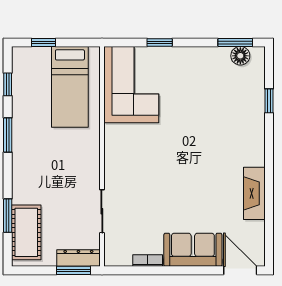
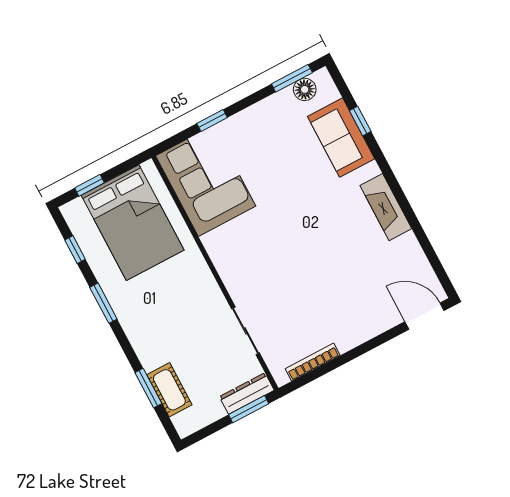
bed: (70, 87) -> (133, 223), width x1.50
fireplace: (254, 193) -> (386, 207), moved
cot: (26, 232) -> (169, 390), width x0.73, depth x0.75
sofa: (193, 250) -> (341, 138), moved, turned -90
bookcase: (148, 261) -> (313, 362), width x1.56

